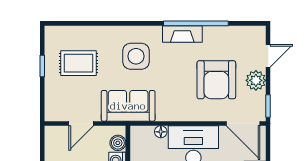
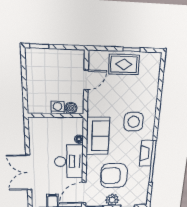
rug: (79, 63) -> (124, 64), moved, turned 90
sofa: (128, 106) -> (98, 136), moved
door: (81, 123) -> (86, 80), swing flipped

